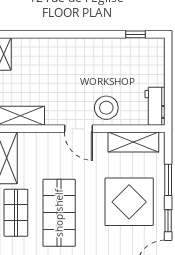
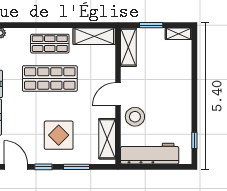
workbench: (155, 106) -> (150, 154), width x1.88, depth x1.32
display table: (129, 202) -> (59, 135), width x0.73, depth x0.73

